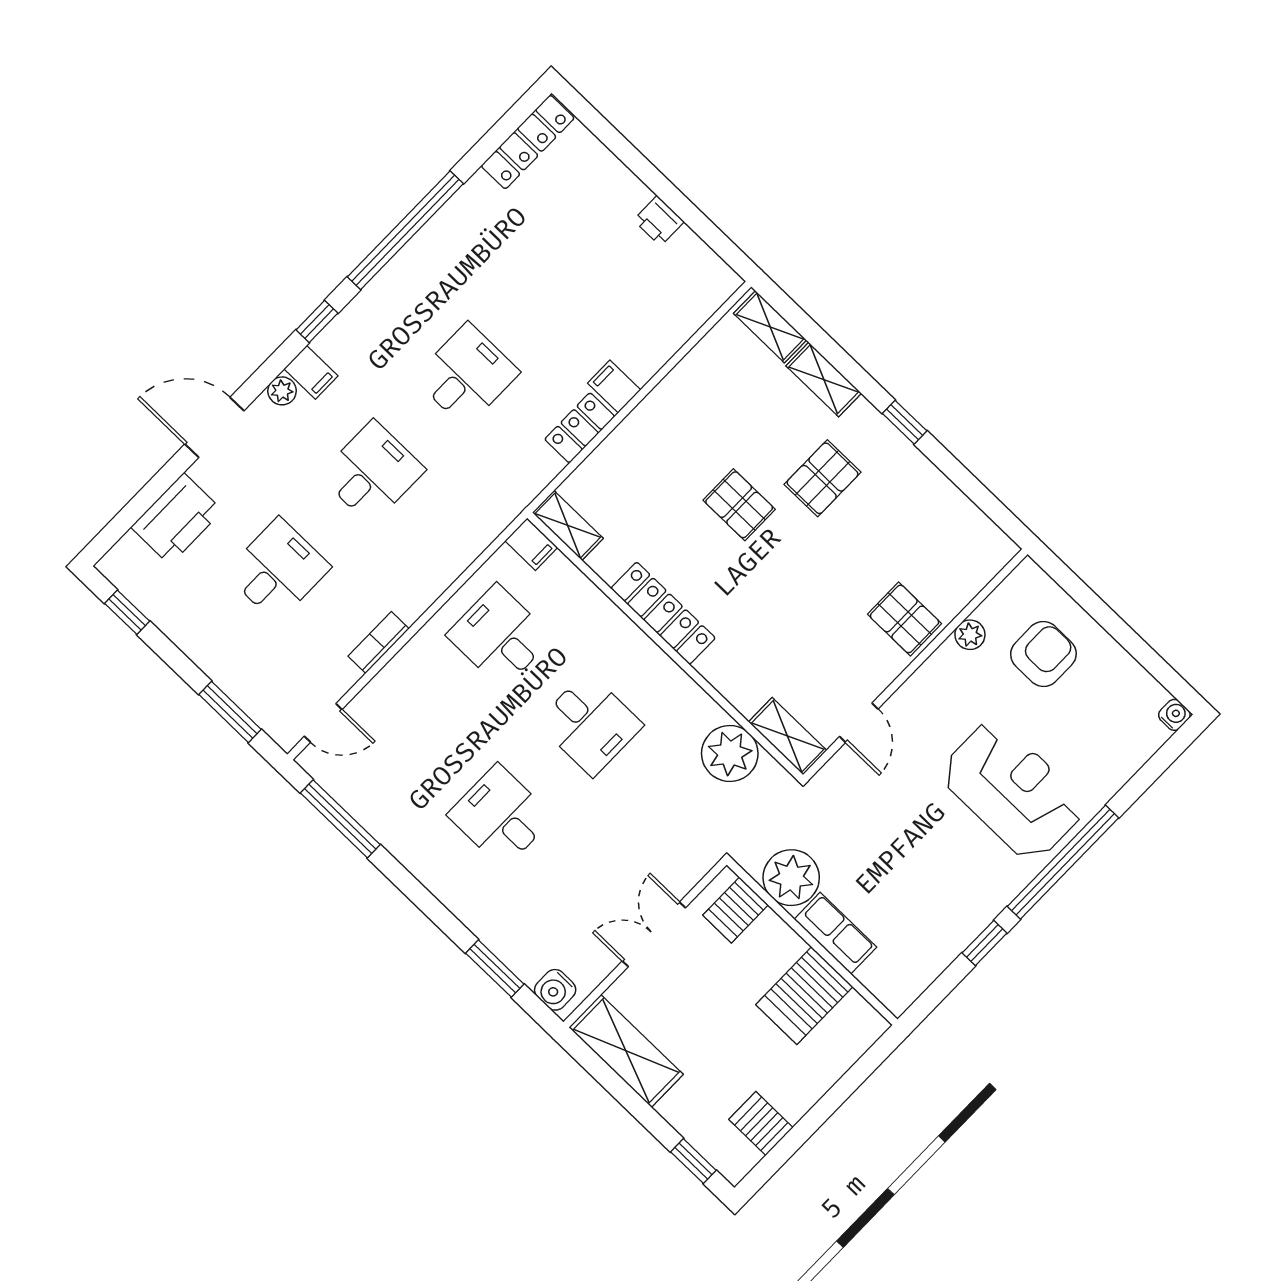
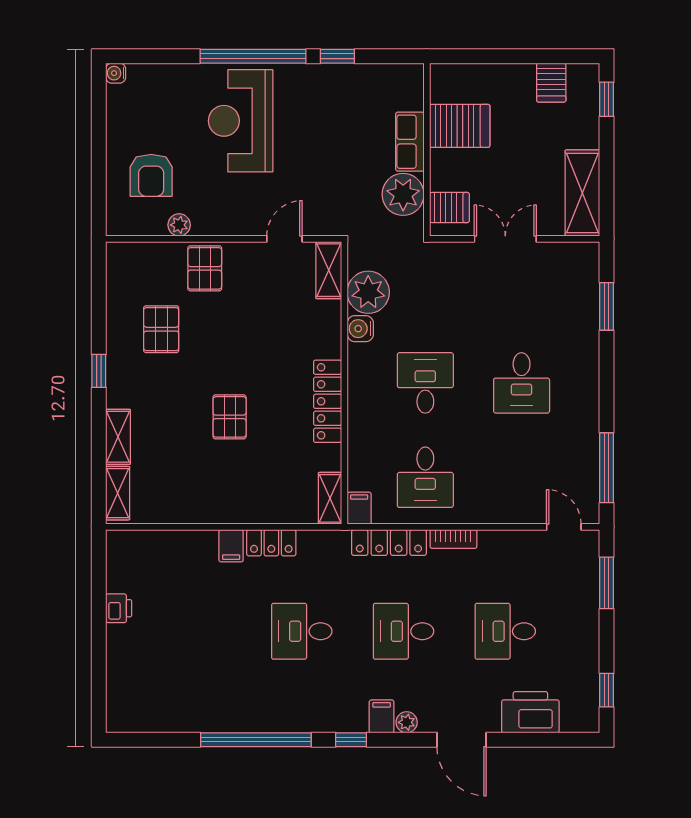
locker: (528, 142) -> (389, 543), moved, turned 180
pallet: (823, 478) -> (161, 329), moved, turned 90
bookcase: (379, 643) -> (453, 539), moved
armchair: (1043, 654) -> (151, 175), turned -90
double door: (654, 934) -> (505, 239), swing flipped
water cooler: (555, 990) -> (360, 329), moved, turned 180

